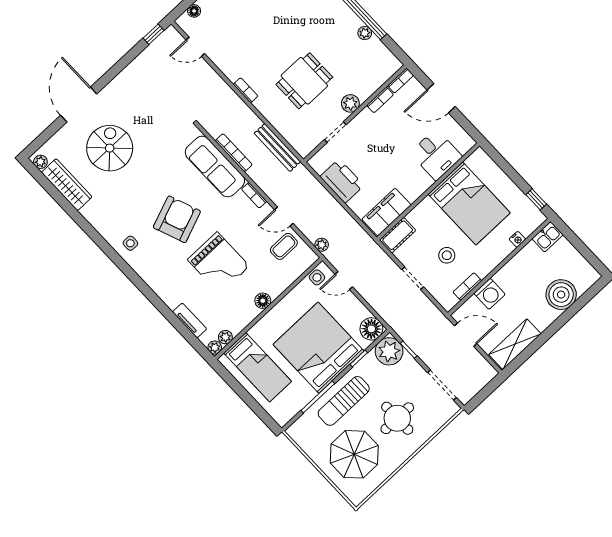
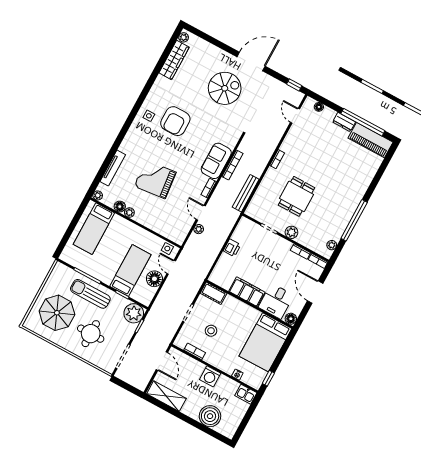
plant: (365, 33) -> (332, 245), moved
dining table: (304, 81) -> (296, 196), turned 90
door: (79, 105) -> (251, 62), moved
floor lamp: (466, 143) -> (291, 319), added
spiral stairs: (110, 148) -> (225, 88), moved
sofa: (215, 166) -> (216, 161), width x0.73
printer: (342, 181) -> (232, 248), width x0.53, depth x0.68
bed: (469, 203) -> (265, 342), moved
filing cabinet: (386, 212) -> (247, 292), moved
armchair: (177, 219) -> (175, 121), moved, turned 111
plant: (322, 245) -> (199, 229), moved
coffee table: (284, 246) -> (181, 219), removed
grand piano: (219, 263) -> (155, 179), turned 84
washing machine: (490, 294) -> (210, 376), moved
floor lamp: (263, 301) -> (120, 207), moved
tv unit: (190, 320) -> (113, 168), width x1.41
floor lamp: (371, 329) -> (154, 279), moved
plant: (225, 337) -> (129, 213), moved
bed: (318, 348) -> (130, 270), width x0.49

